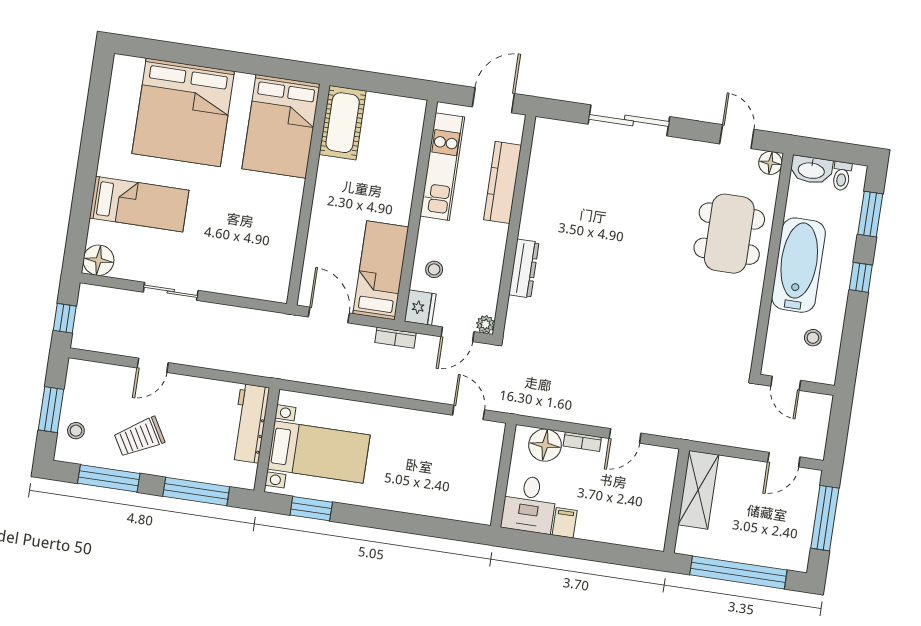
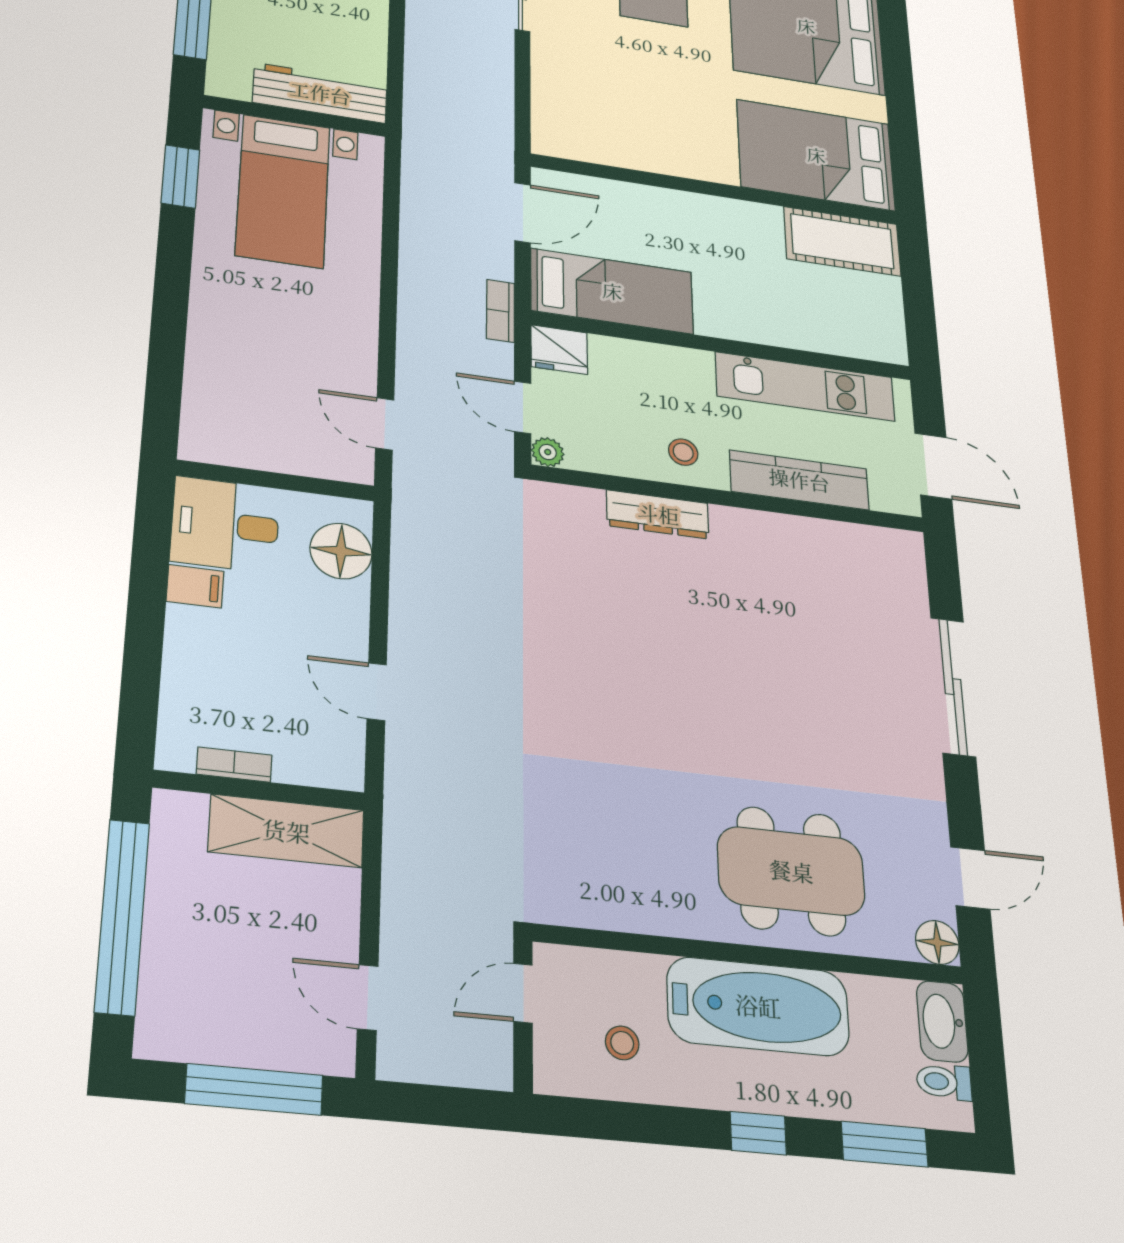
stool: (434, 269) -> (683, 452), moved
door: (469, 412) -> (385, 424), swing flipped
bookcase: (582, 442) -> (234, 765), moved, turned 90

